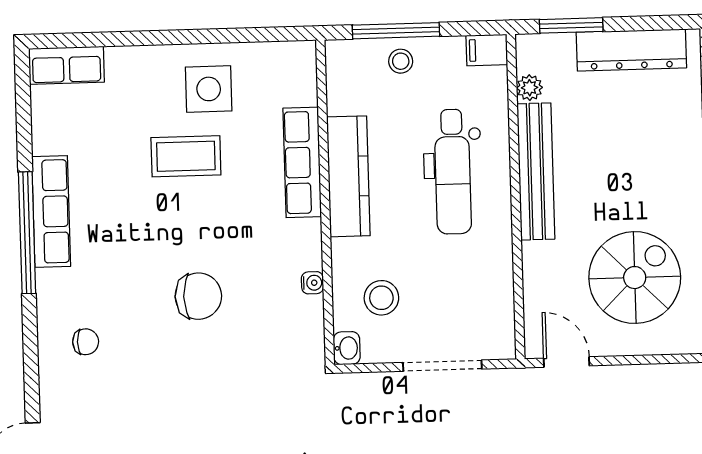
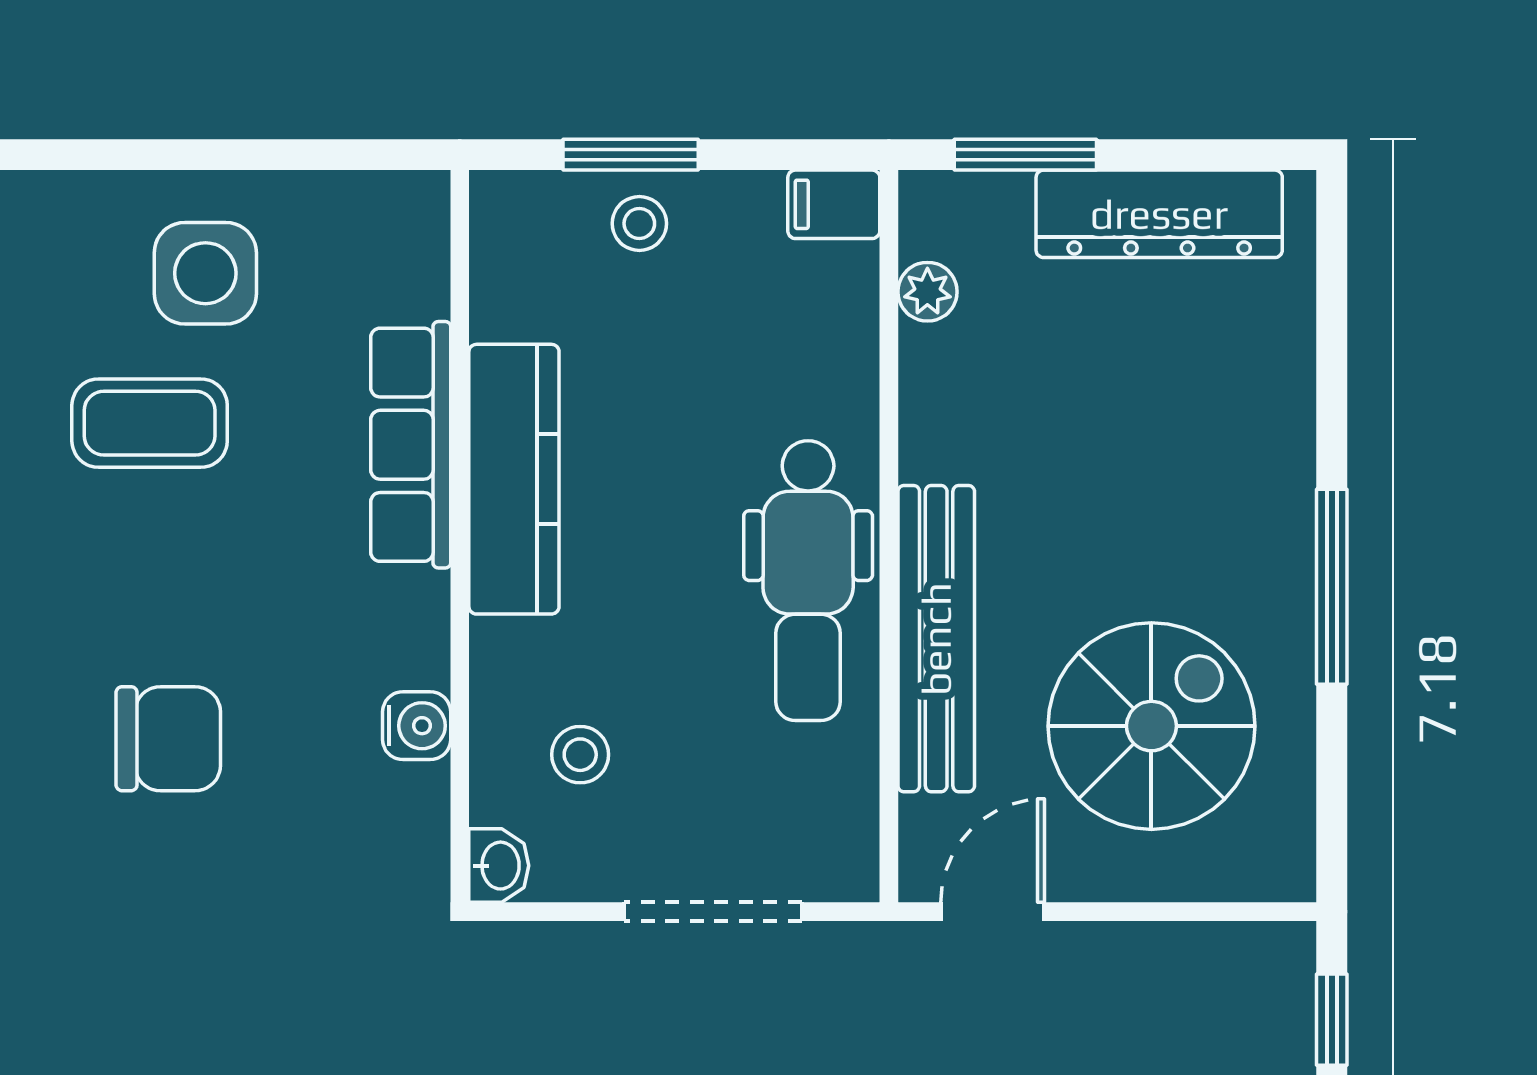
window: (396, 31) -> (631, 155), width x0.69
bench: (536, 171) -> (936, 639), moved
dental chair: (453, 172) -> (808, 581), moved
water cooler: (312, 283) -> (417, 726), width x1.38, depth x1.38
stool: (381, 298) -> (580, 755), width x0.73, depth x0.73
door: (567, 362) -> (993, 912), hinge flipped

